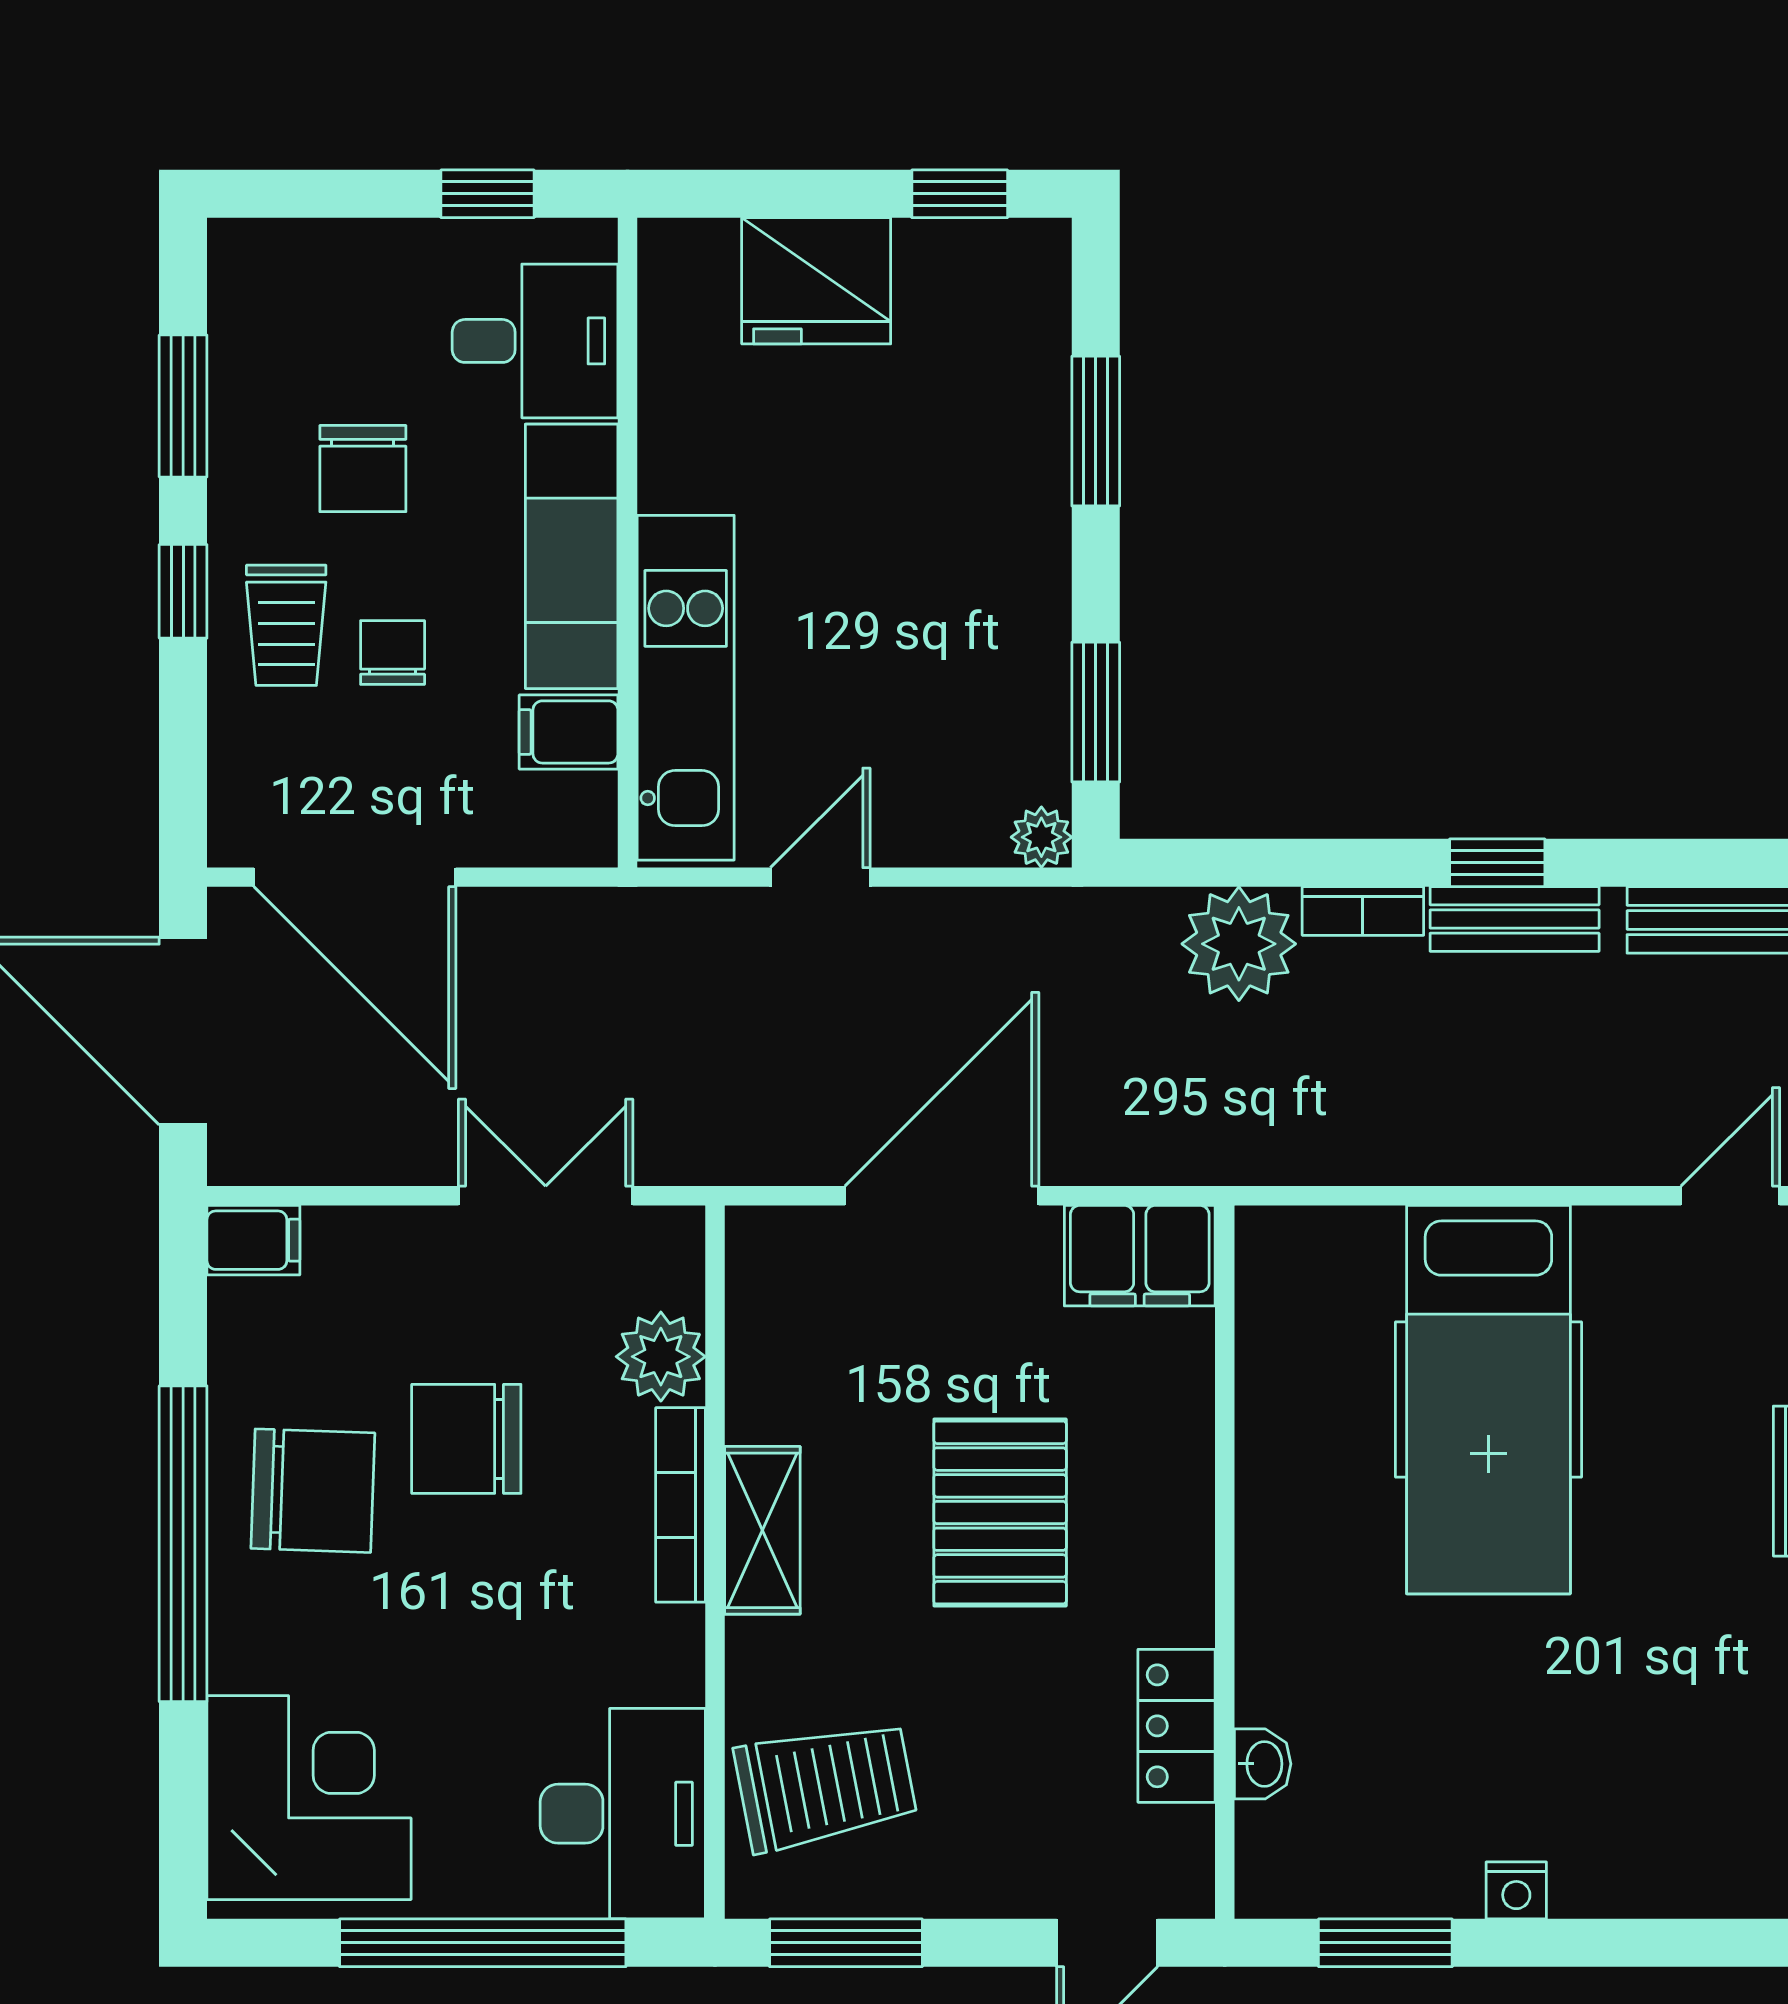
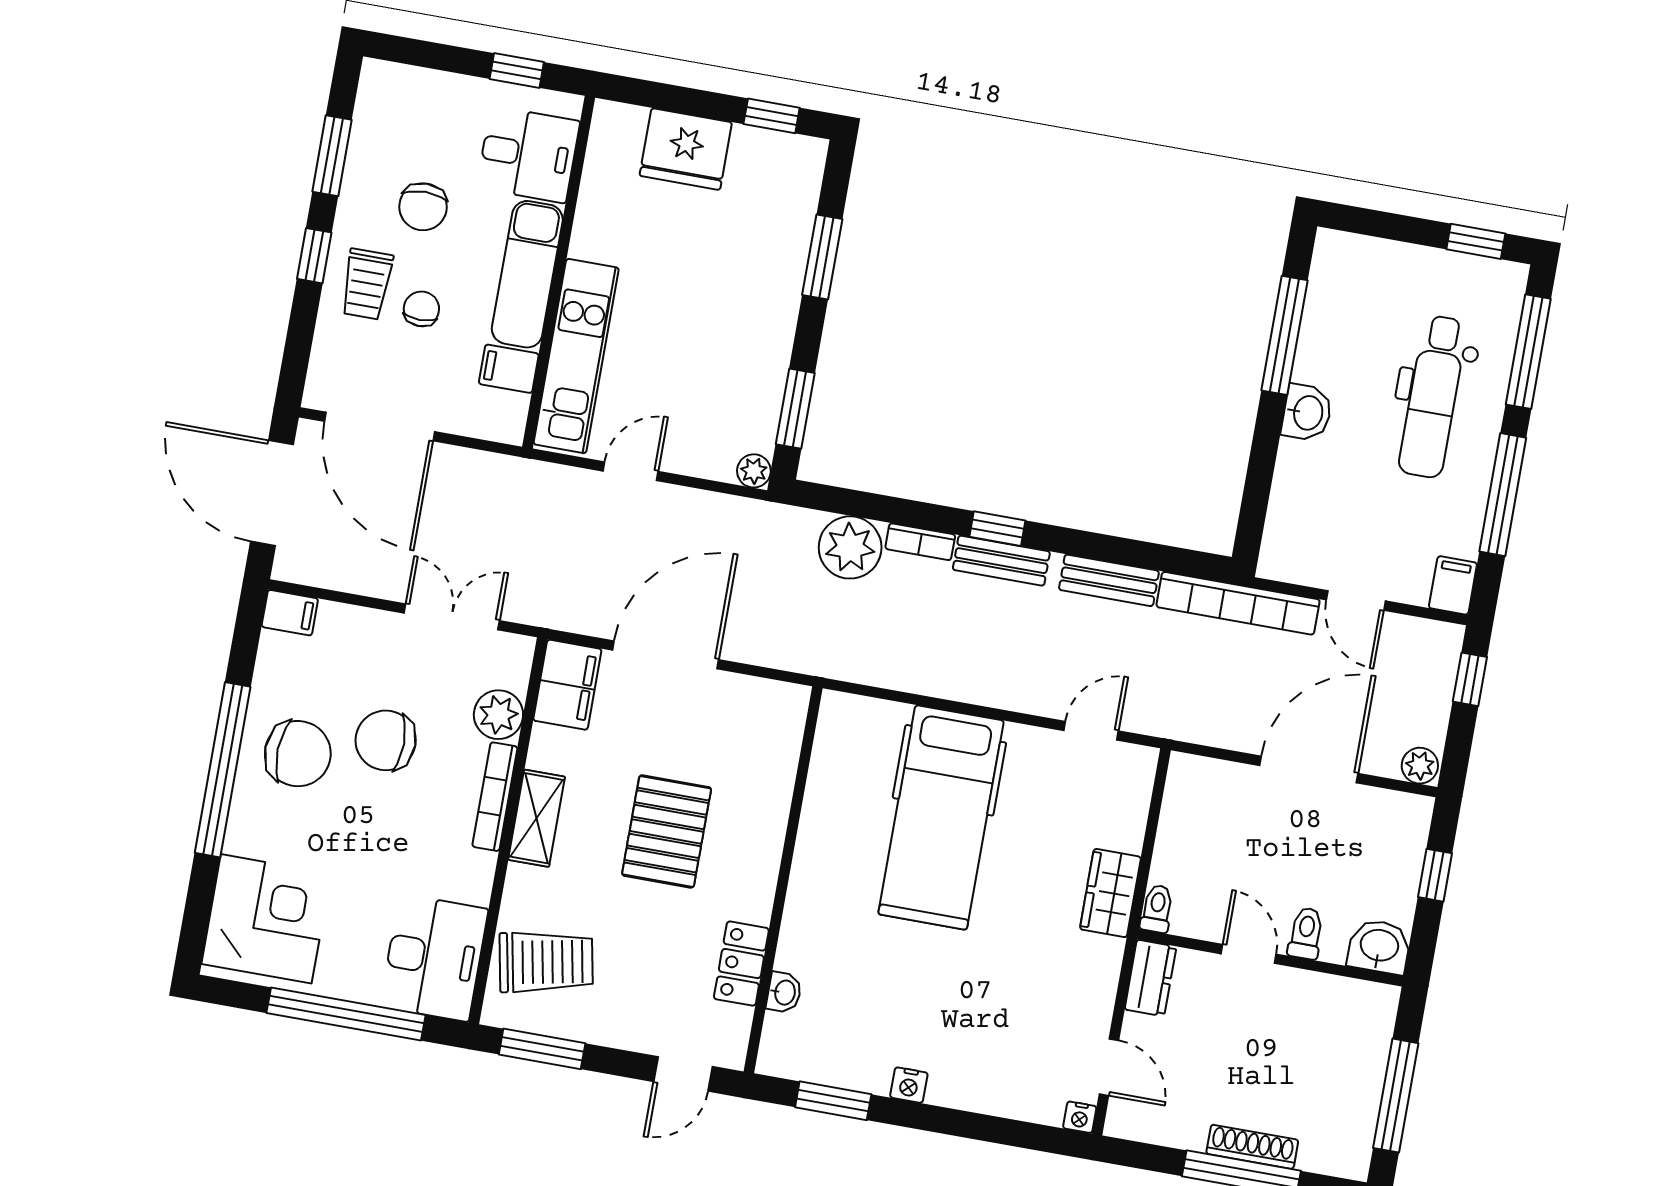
filing cabinet: (1140, 1256) -> (567, 685), moved, turned -90

